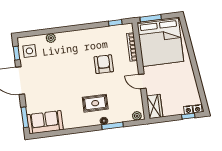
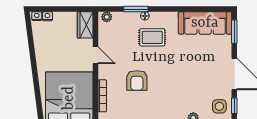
window: (188, 116) -> (48, 9), removed
sofa: (45, 122) -> (205, 23), width x1.36

